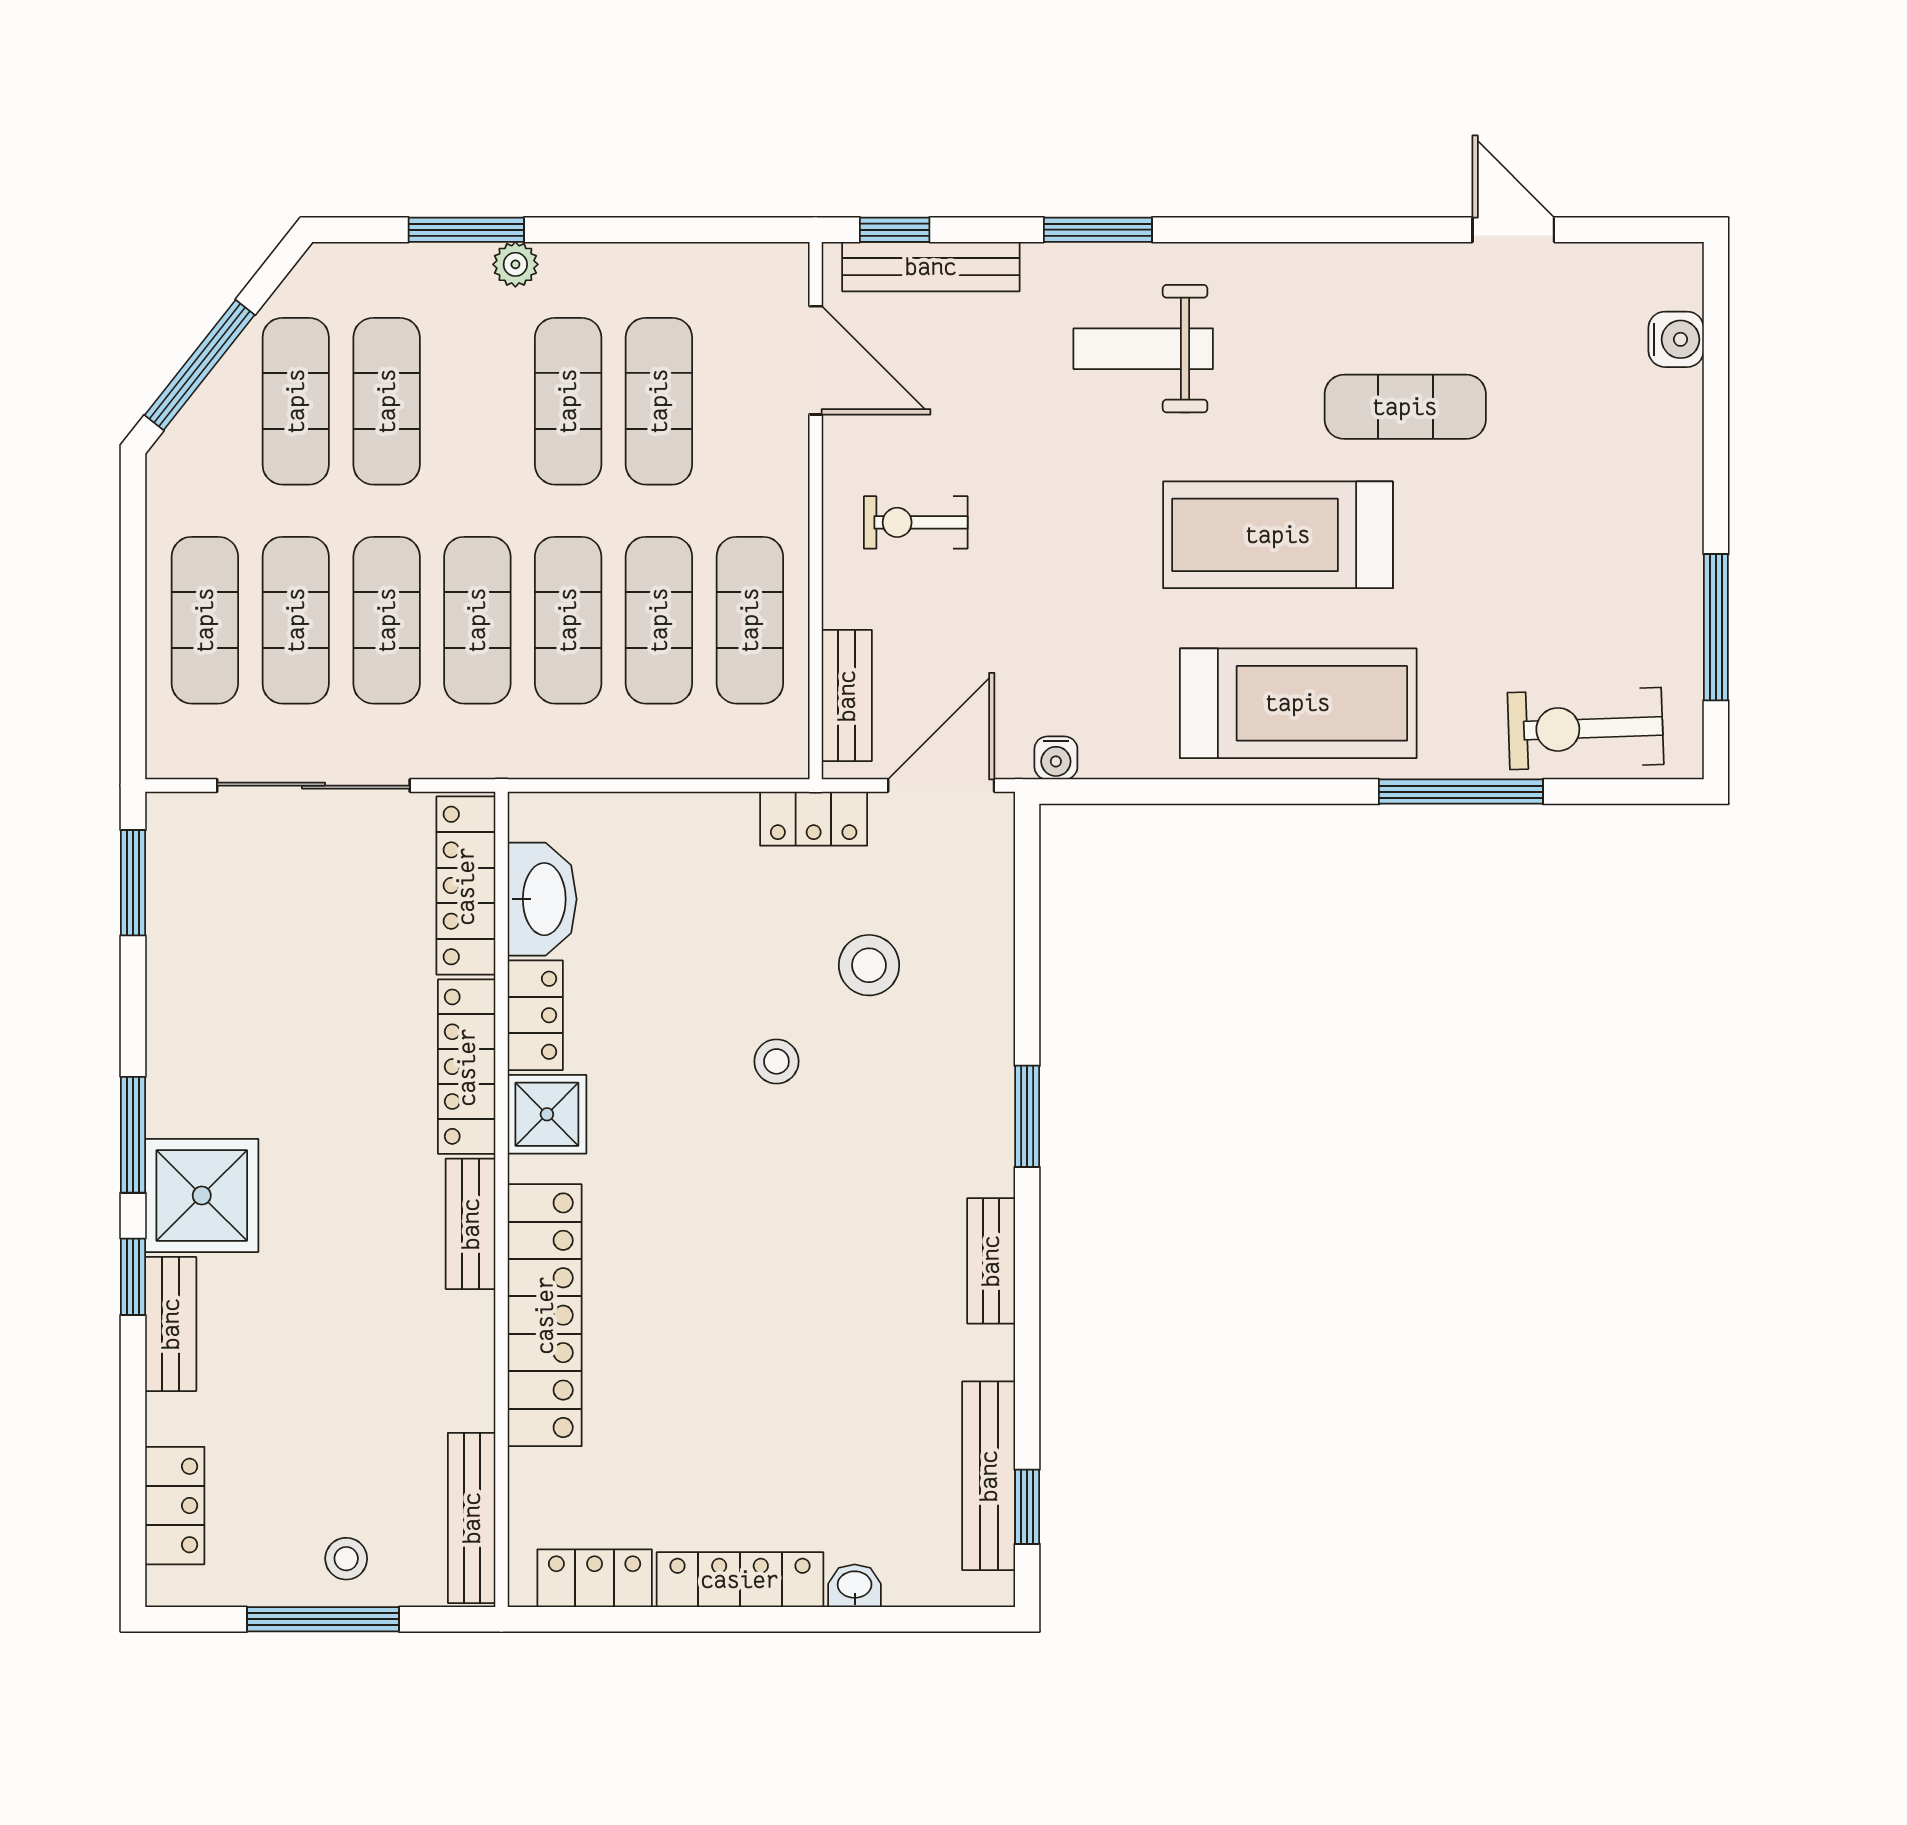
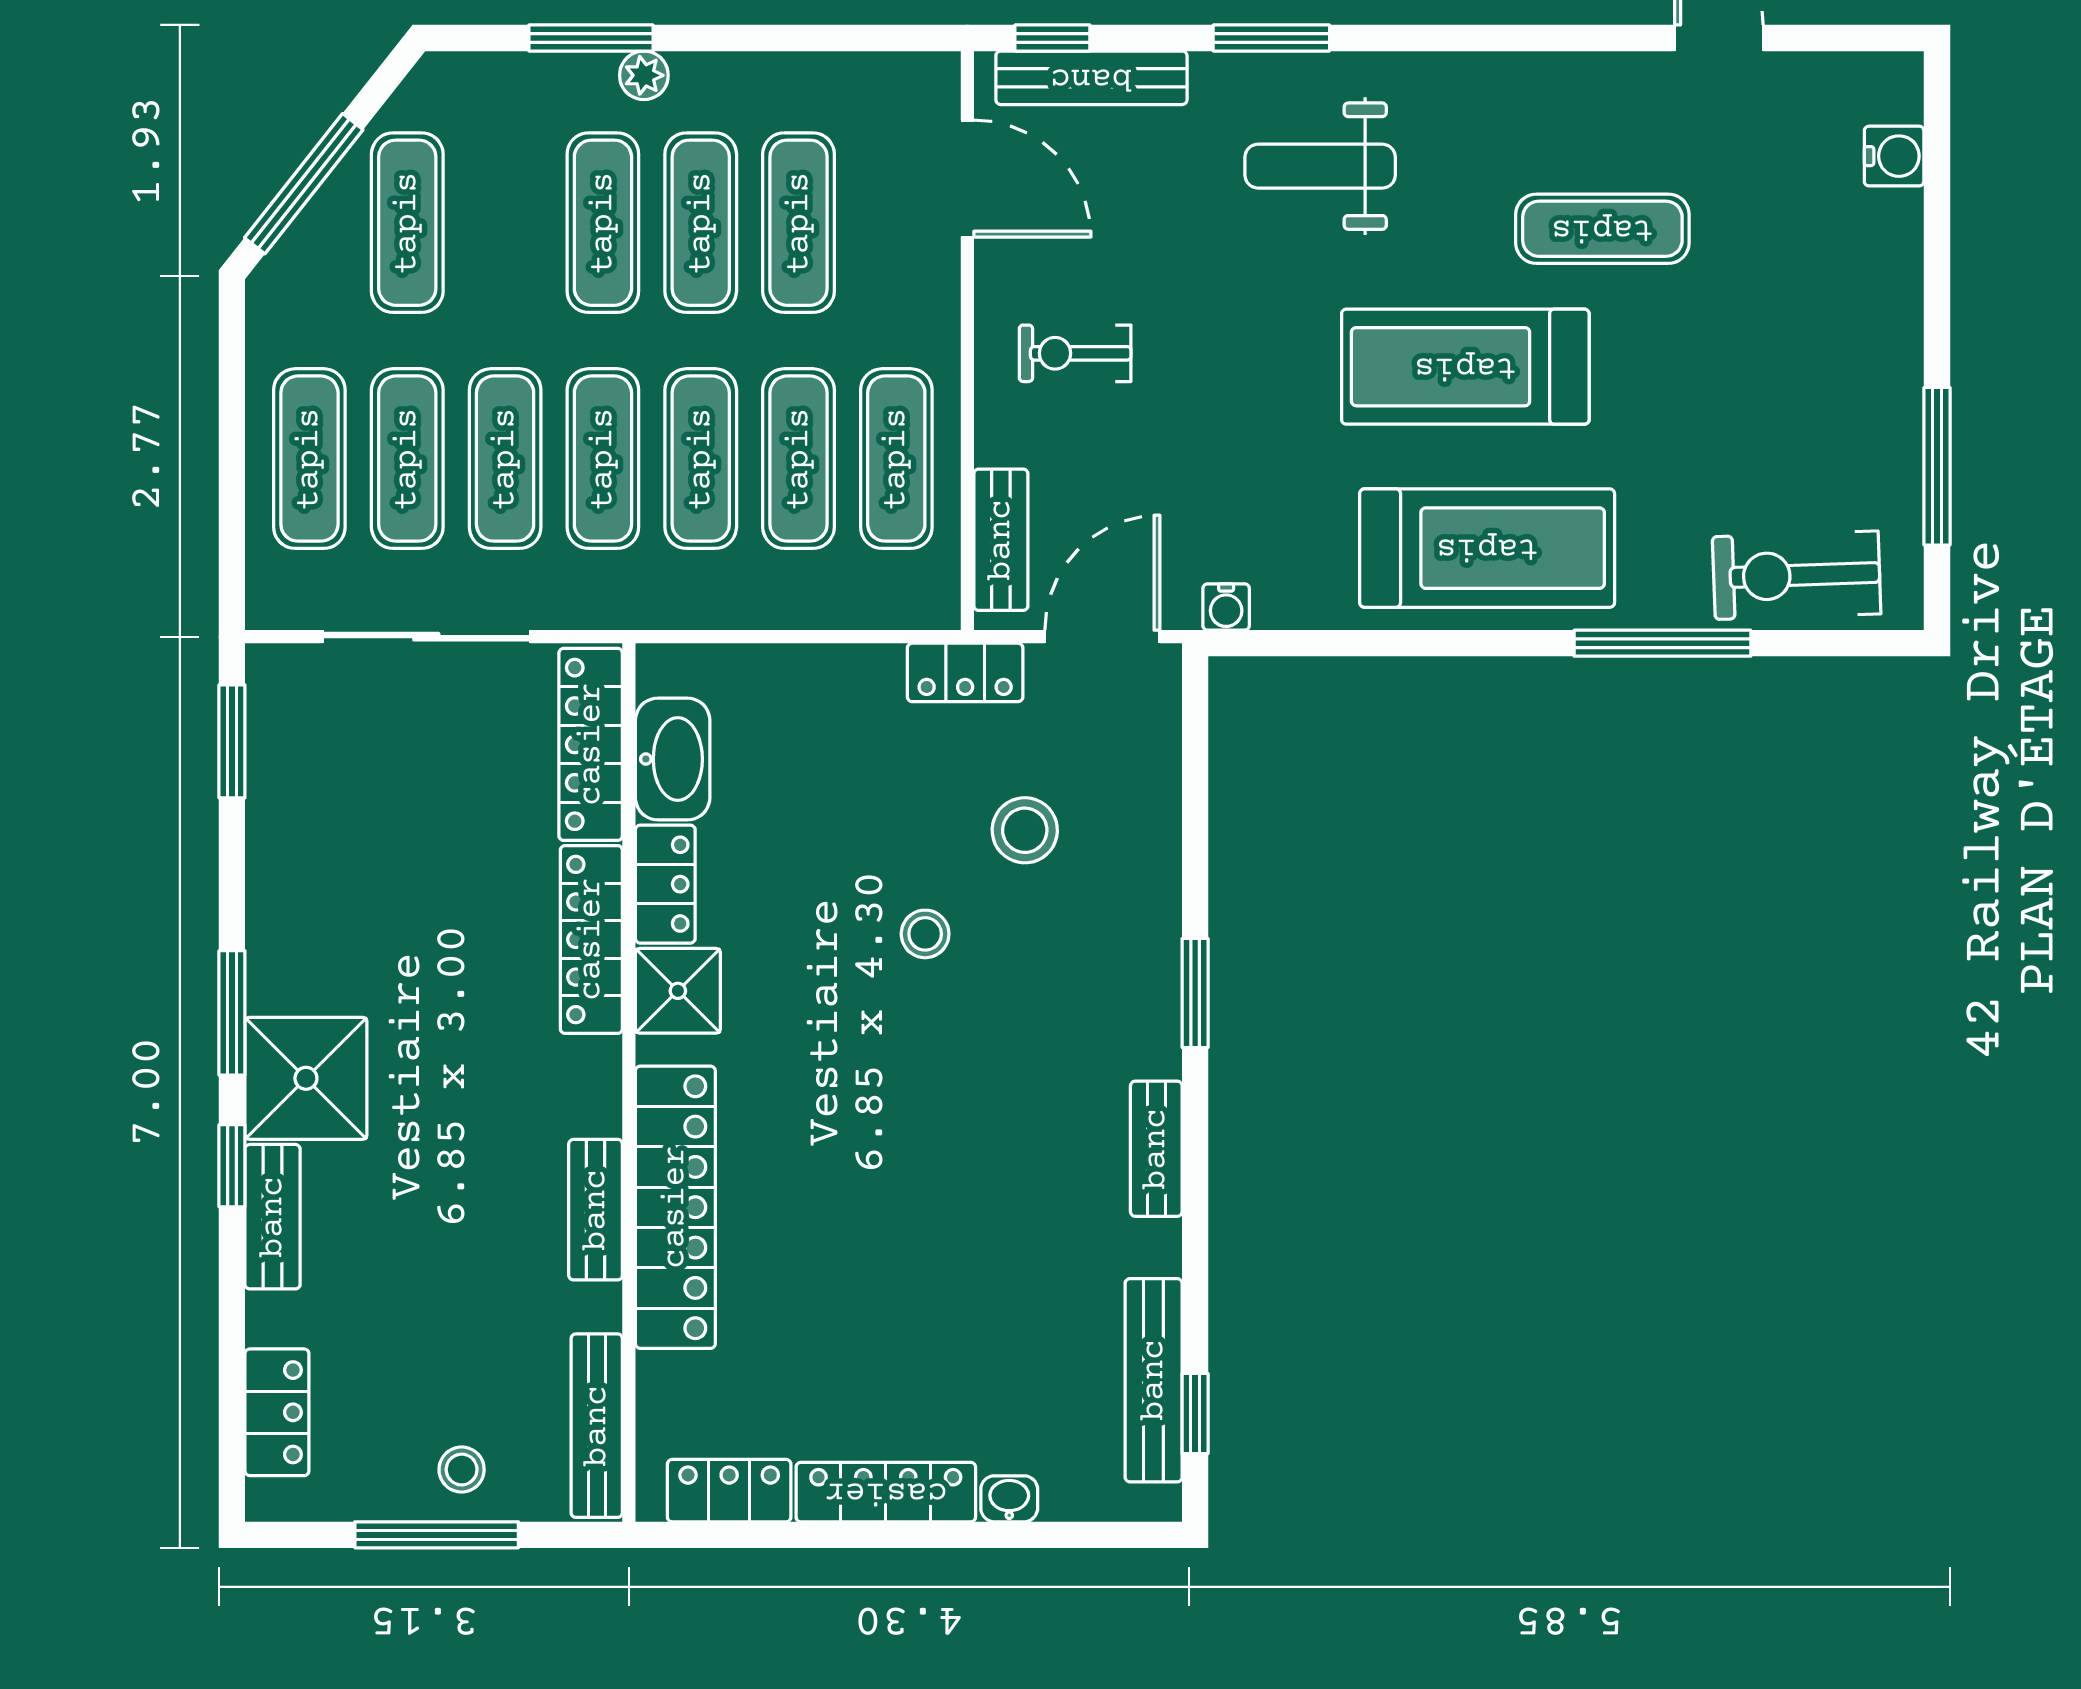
exercise mat: (387, 401) -> (603, 223), moved
bench: (471, 1224) -> (596, 1210), moved

